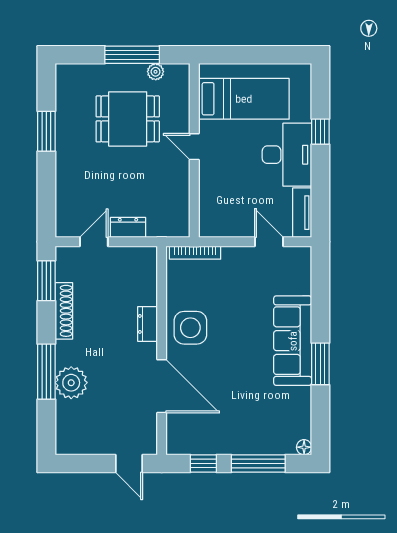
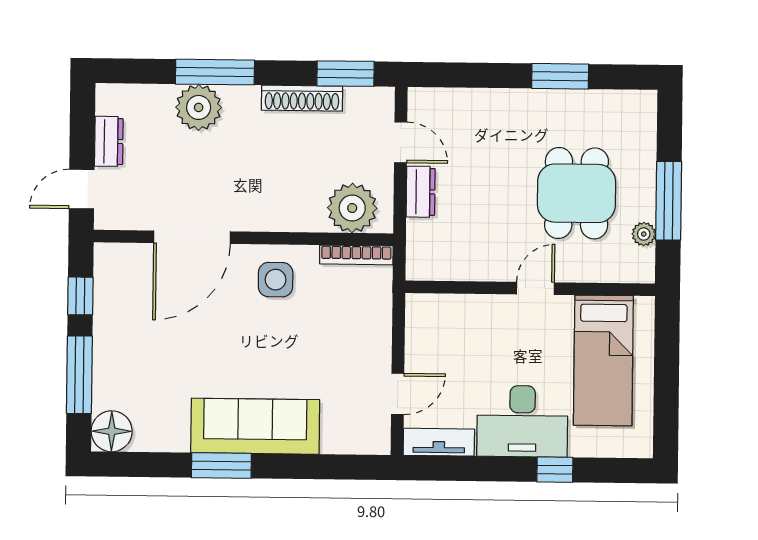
bookcase: (195, 253) -> (356, 255), moved, turned -90
plant: (140, 275) -> (352, 208), added
dresser: (147, 324) -> (109, 141), moved, turned 90
side table: (190, 328) -> (276, 280), width x0.73, depth x0.73
floor lamp: (304, 447) -> (112, 431), width x1.89, depth x1.89

